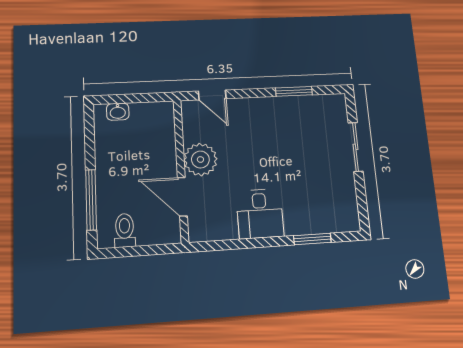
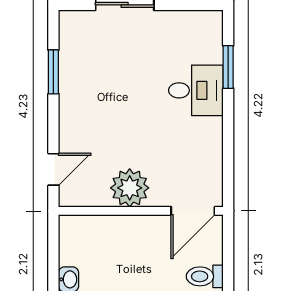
door: (182, 197) -> (193, 211), moved
desk: (260, 214) -> (196, 90), moved

